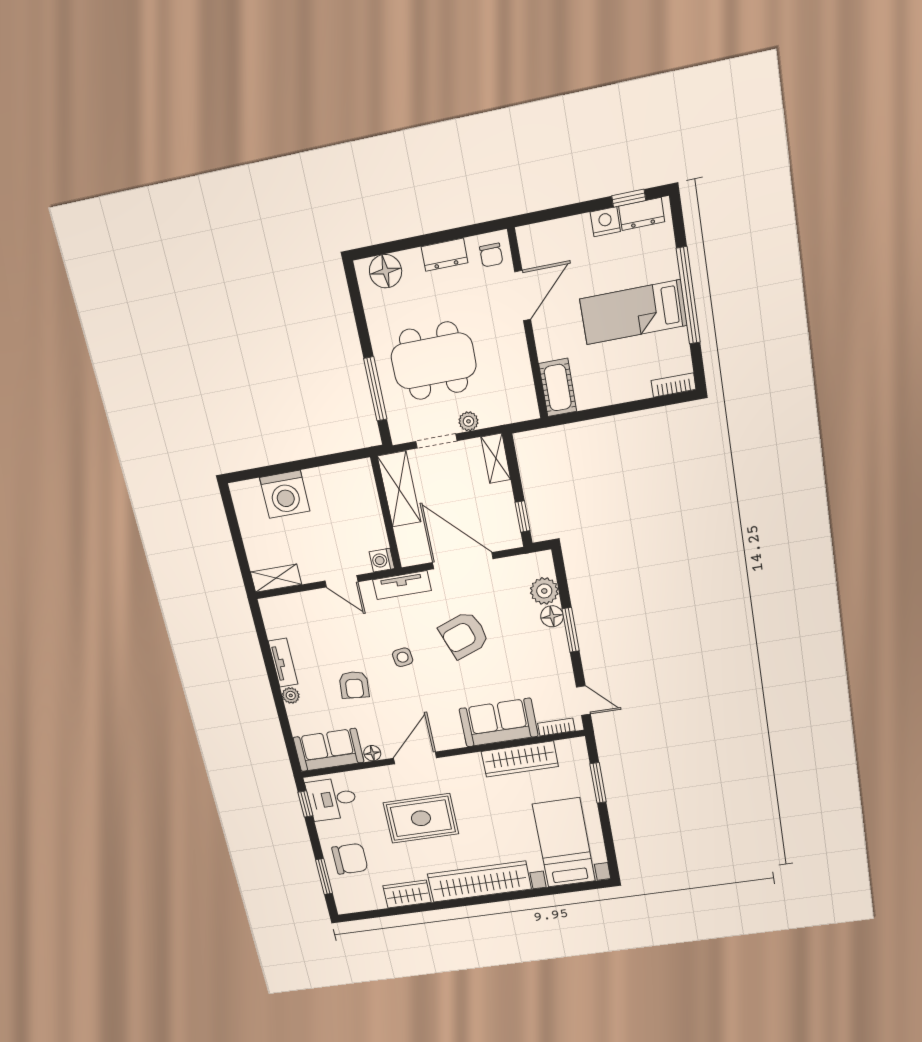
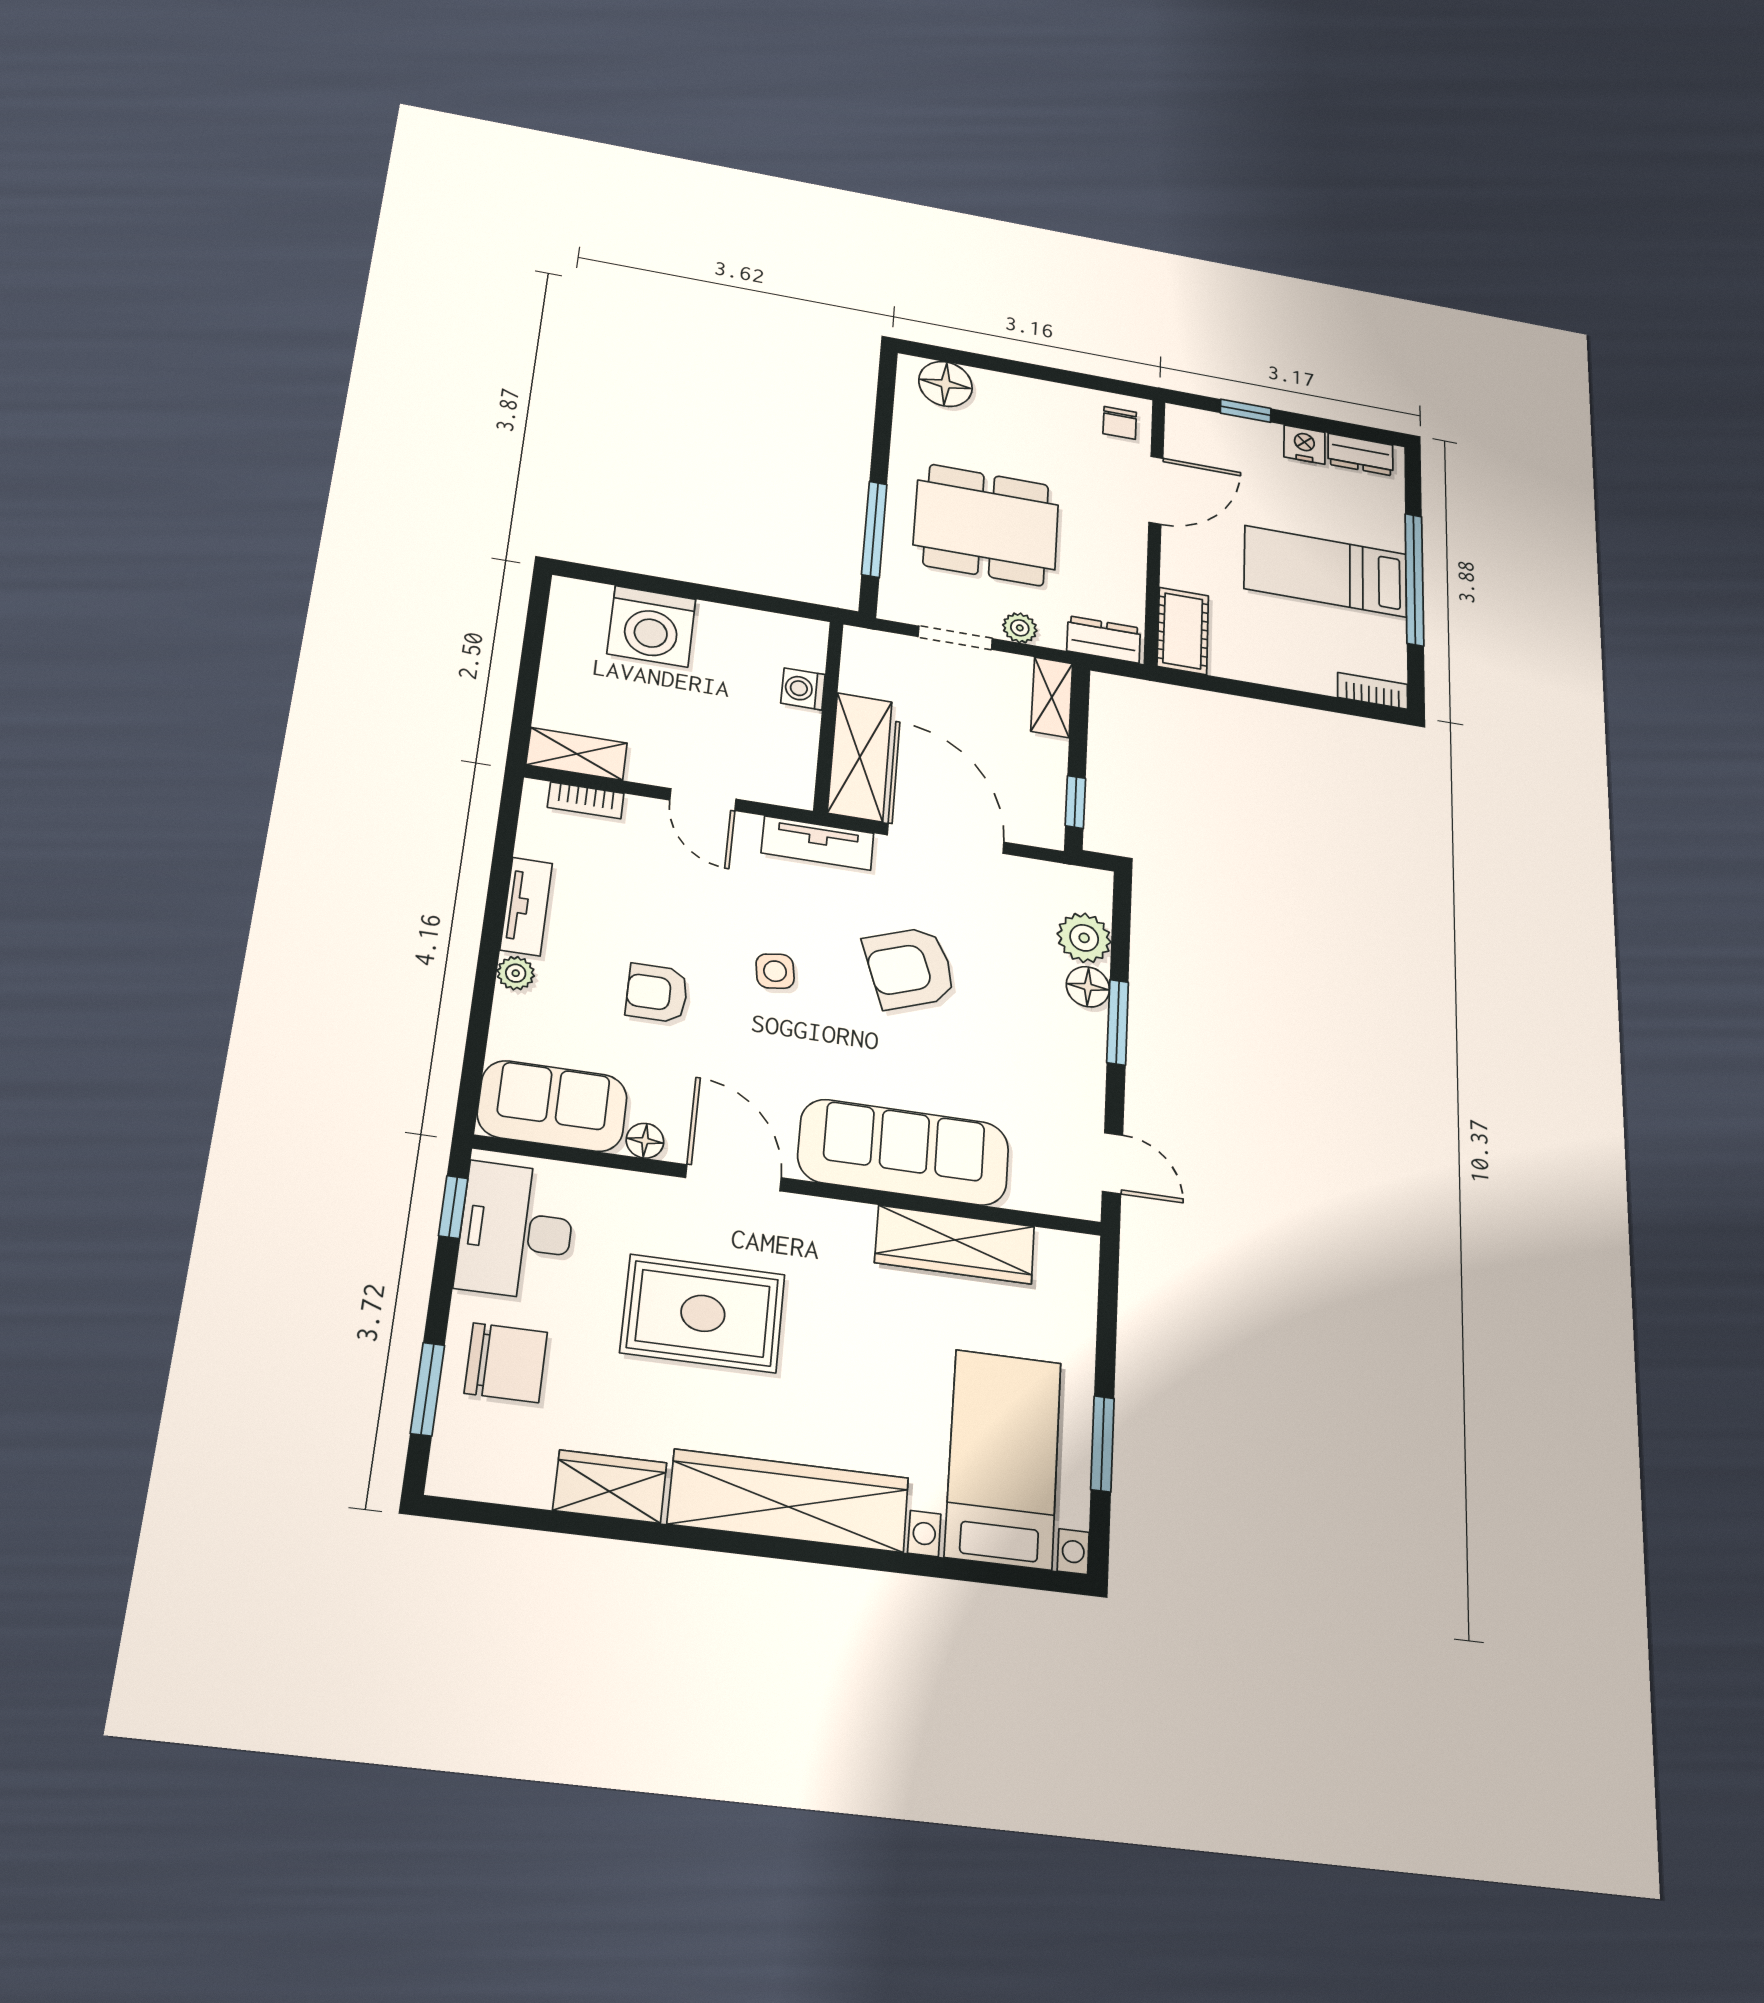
window: (629, 198) -> (1246, 411), moved
dresser: (445, 255) -> (1104, 639), moved, turned 180
shelving: (399, 489) -> (860, 757), moved
washing machine: (382, 560) -> (803, 689), moved
armchair: (354, 685) -> (657, 993), turned 85
sofa: (499, 722) -> (904, 1152), width x1.36
bookcase: (556, 727) -> (586, 800), moved, turned 180
door: (415, 758) -> (733, 1178), hinge flipped
window: (598, 783) -> (1103, 1444), moved
desk: (332, 799) -> (516, 1231), width x1.37

